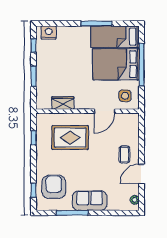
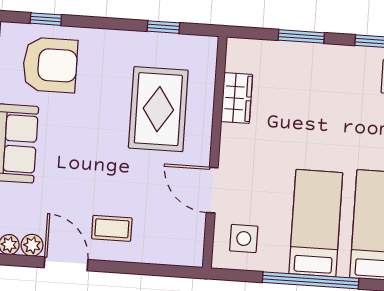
bed: (116, 64) -> (316, 223), width x0.67
plant: (134, 190) -> (32, 245), added

